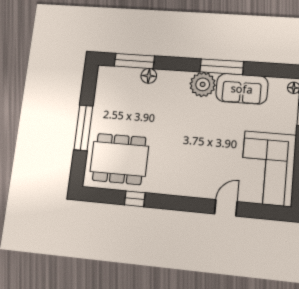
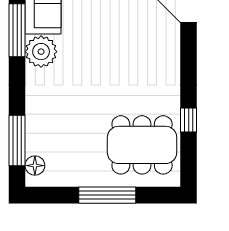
floor lamp: (149, 76) -> (35, 166), moved
dining table: (119, 159) -> (142, 145), turned 90

